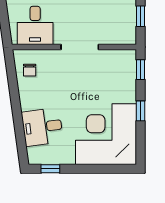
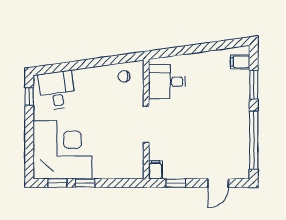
filing cabinet: (127, 37) -> (155, 170), added
window: (141, 70) -> (58, 183), moved
desk: (42, 127) -> (57, 90), moved

